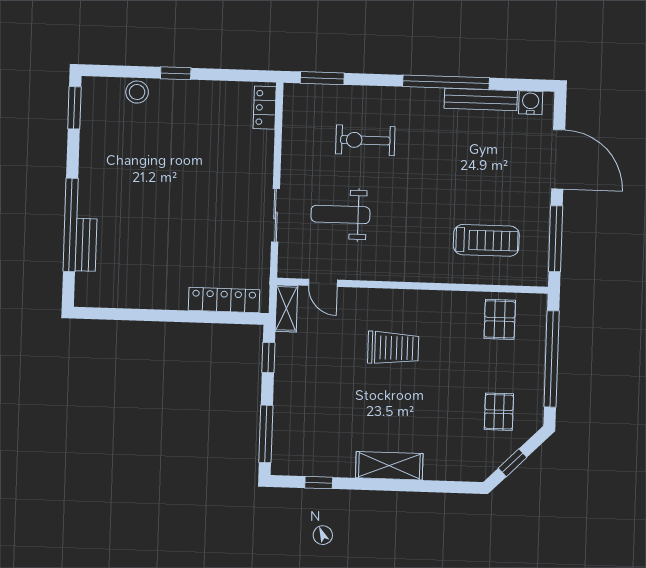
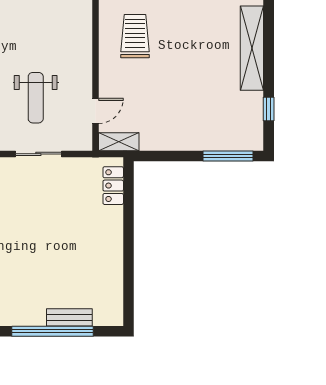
locker: (224, 300) -> (113, 186), width x0.66
trolley: (393, 348) -> (135, 36), moved
window: (268, 358) -> (162, 156), removed
shelving: (389, 466) -> (252, 48), width x1.47

